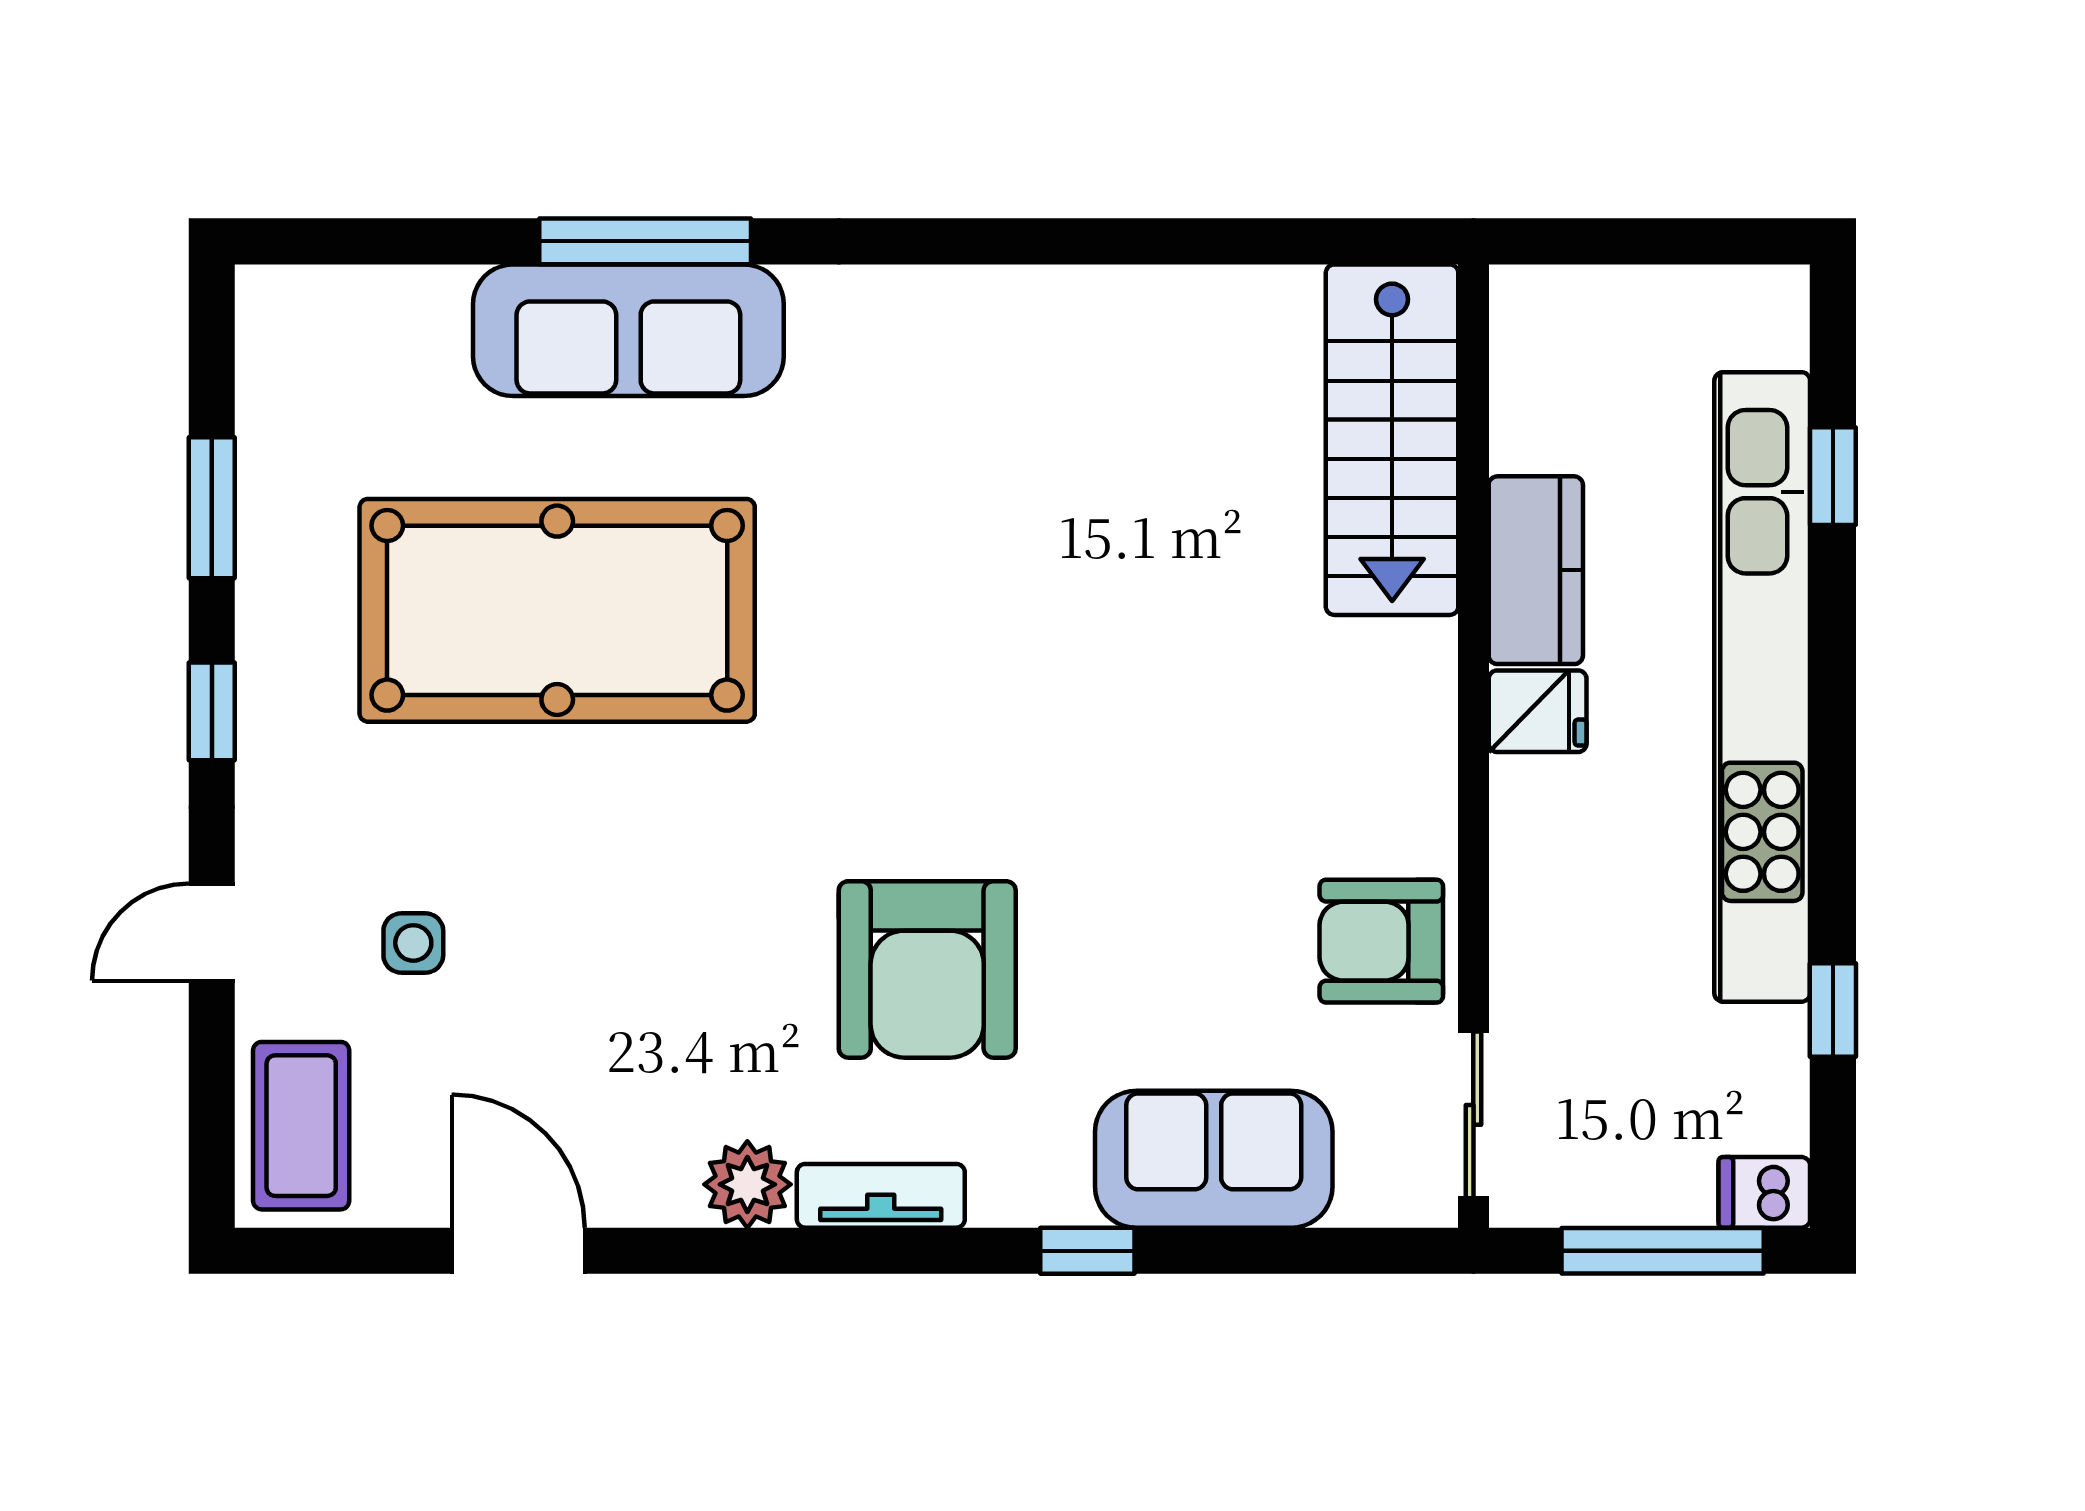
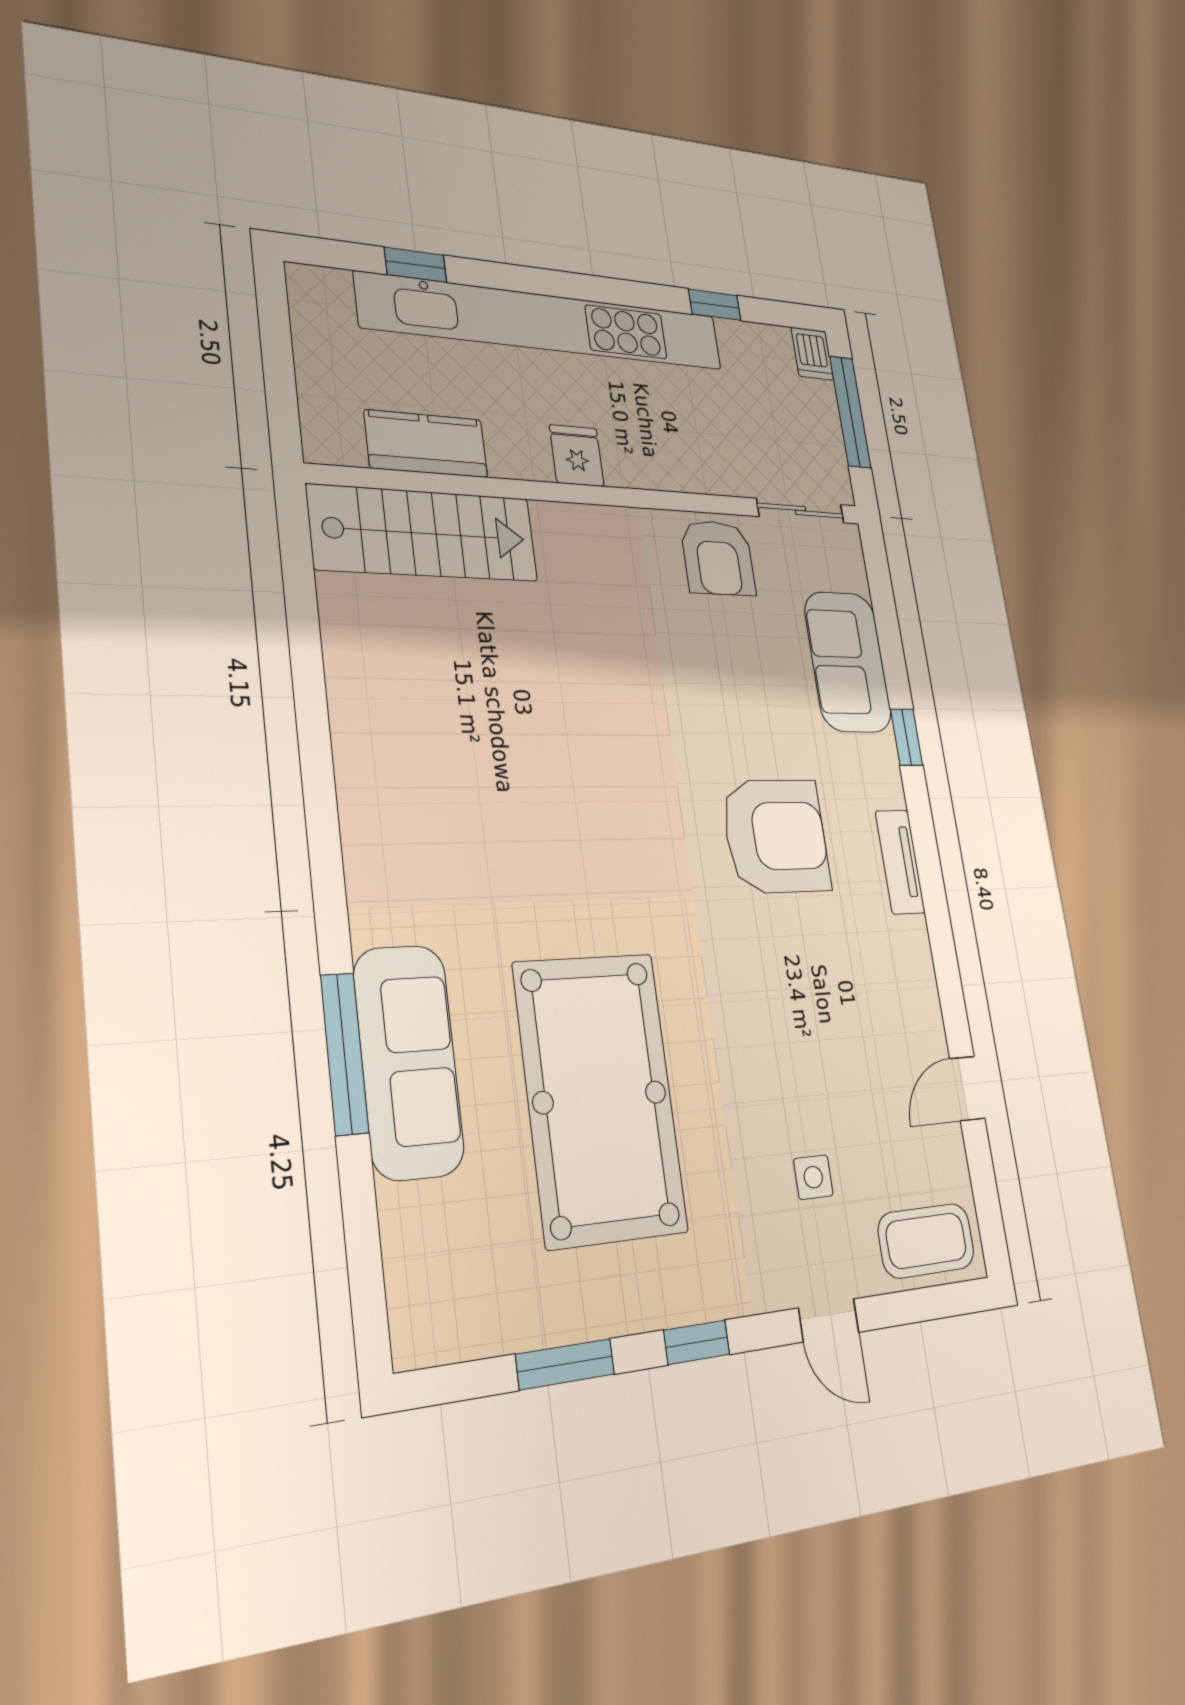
kitchen counter: (1536, 570) -> (426, 444), moved
plant: (747, 1184) -> (908, 945), removed
door: (518, 1251) -> (967, 1088), width x0.73

